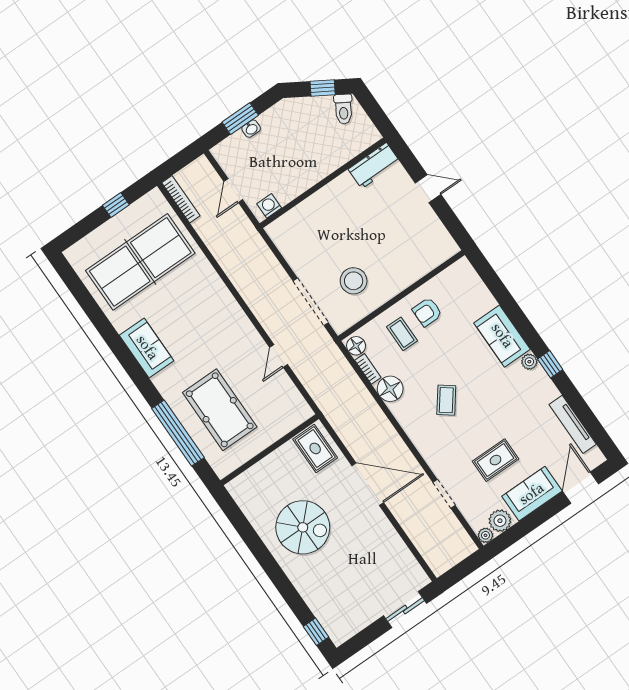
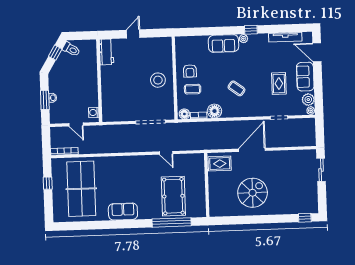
stool: (354, 281) -> (158, 80), moved
pool table: (220, 410) -> (173, 196), turned 90

